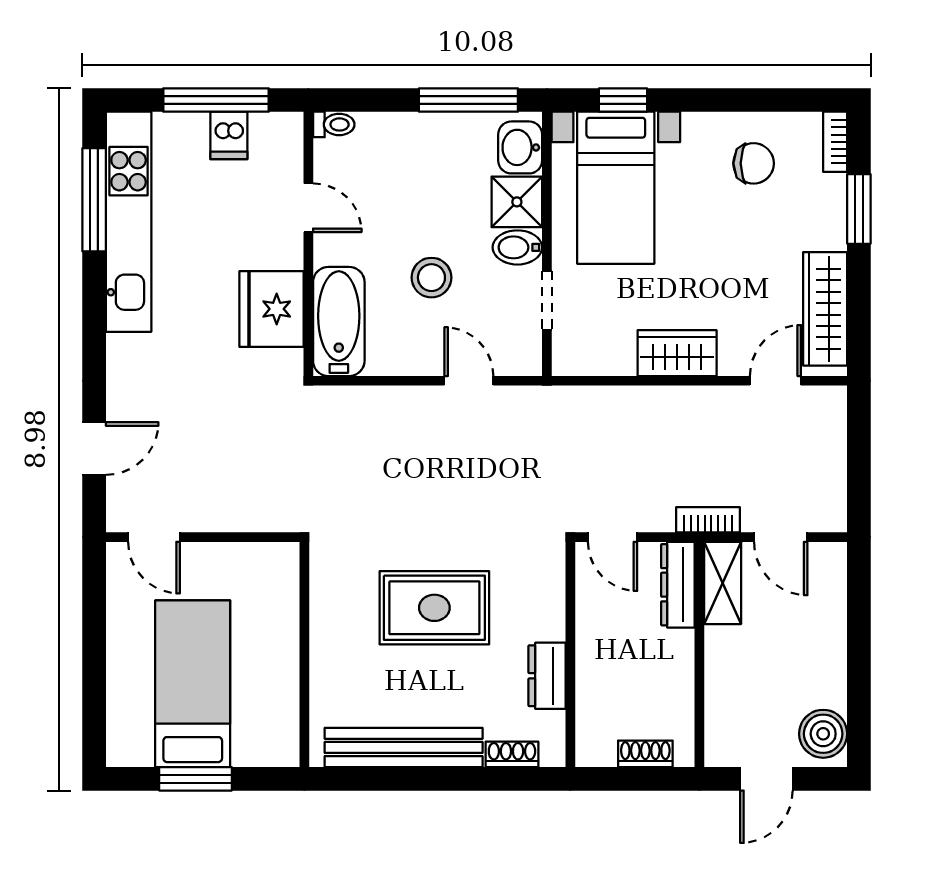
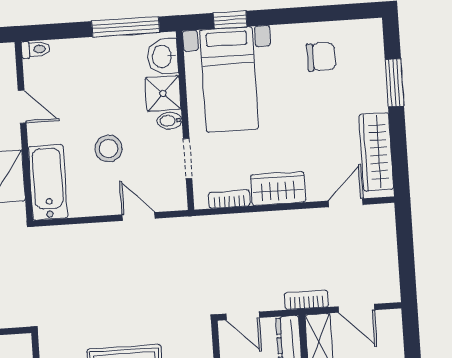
bookcase: (835, 142) -> (229, 199), moved, turned 90
bidet: (517, 247) -> (170, 121), width x0.72, depth x0.74

